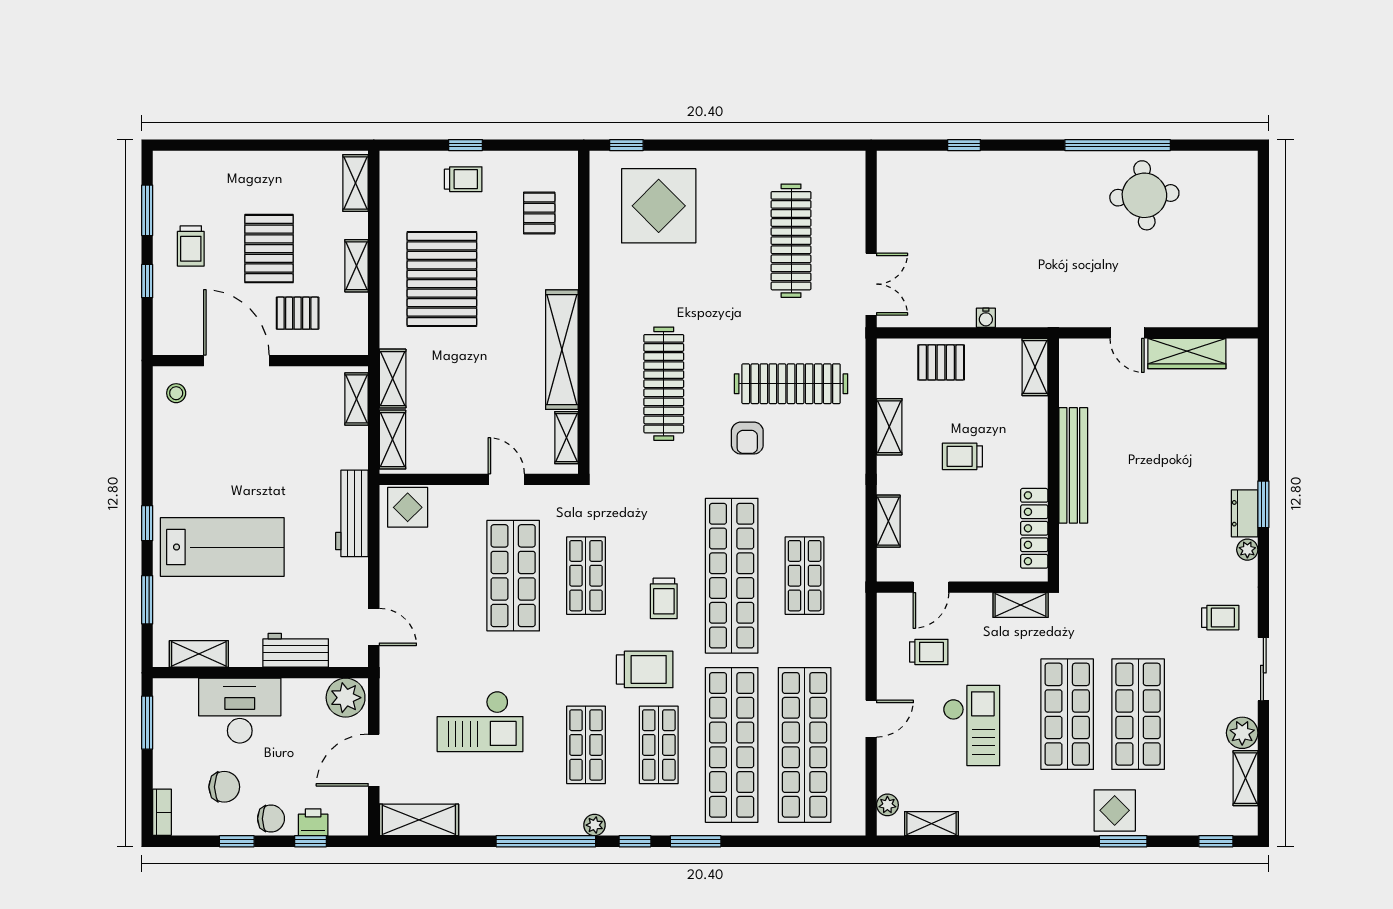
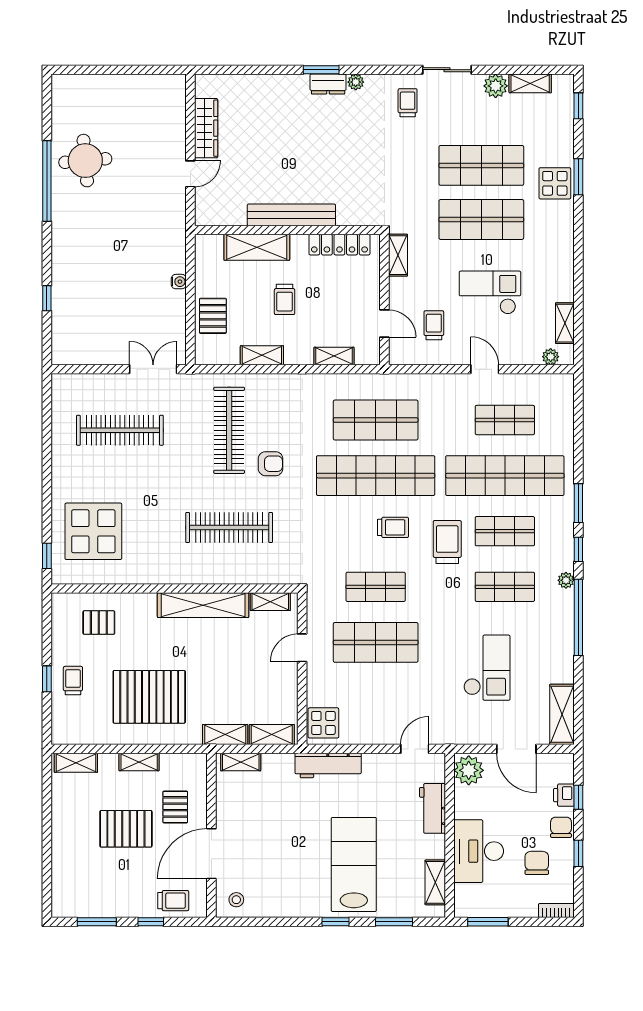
trolley: (191, 246) -> (173, 901), moved
shelving: (1035, 367) -> (257, 247), moved, width x1.50, depth x1.33
shop shelf: (805, 576) -> (376, 420), width x1.43, depth x1.36
shop shelf: (805, 745) -> (505, 420), width x0.50, depth x0.74

